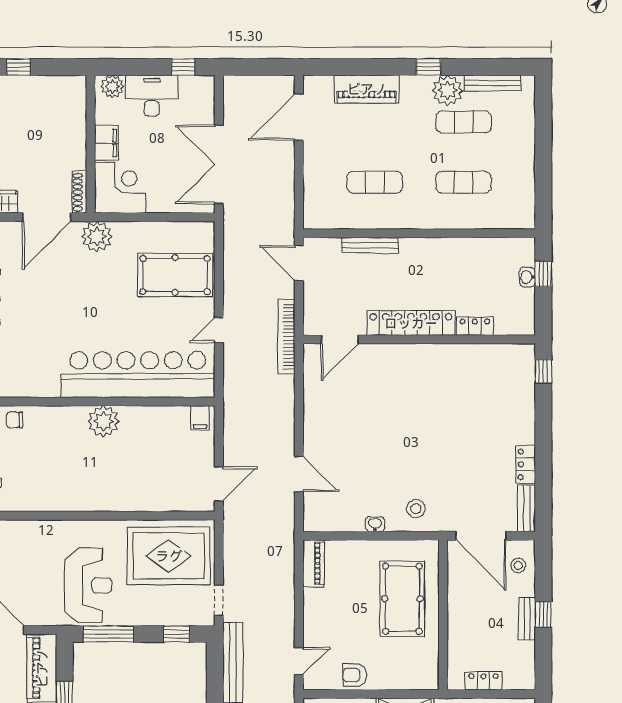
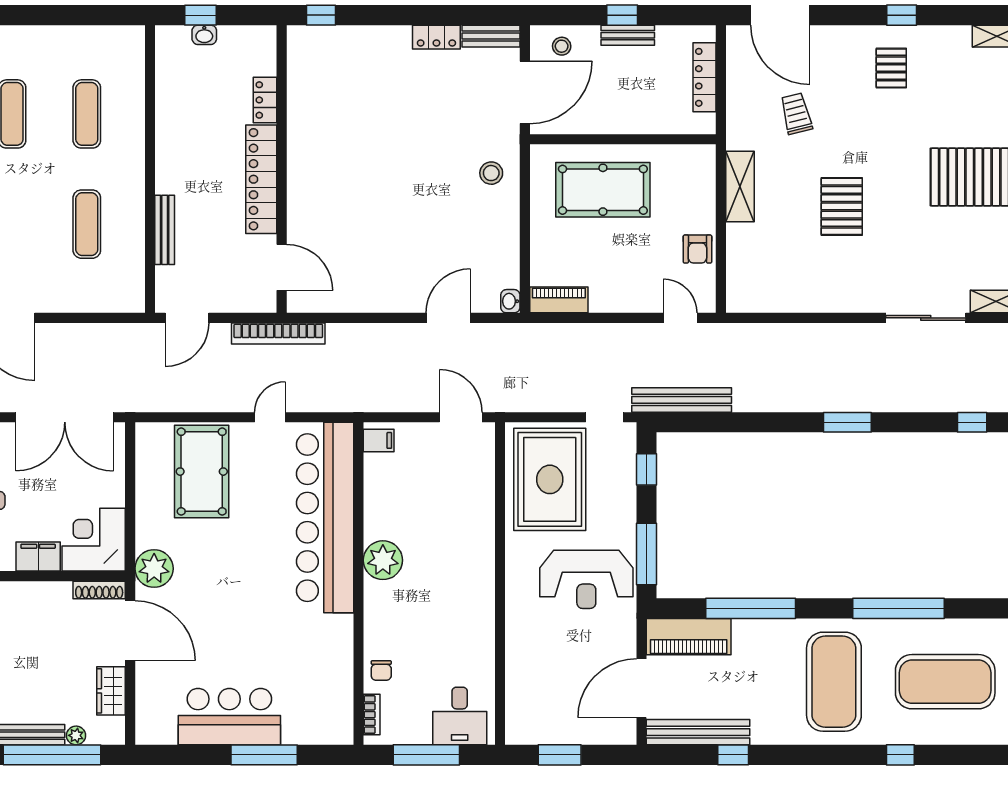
door: (219, 330) -> (270, 417), swing flipped
washbasin: (375, 524) -> (510, 301), moved
reception desk: (88, 585) -> (586, 579), turned 180
locker: (483, 681) -> (705, 77), width x1.53

